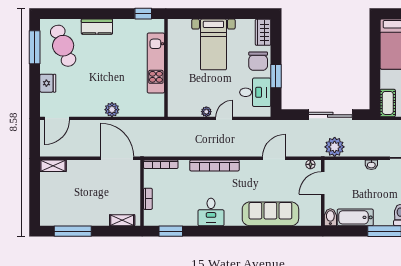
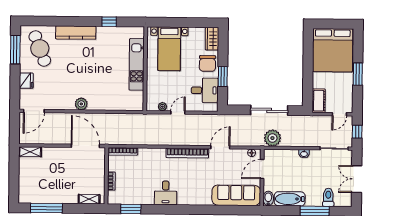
kitchen counter: (97, 27) -> (76, 33), width x1.50
kitchen unit: (156, 63) -> (137, 64), moved
wall: (166, 68) -> (145, 69), moved
bookcase: (214, 165) -> (187, 153), moved
sofa: (270, 214) -> (236, 195), moved

